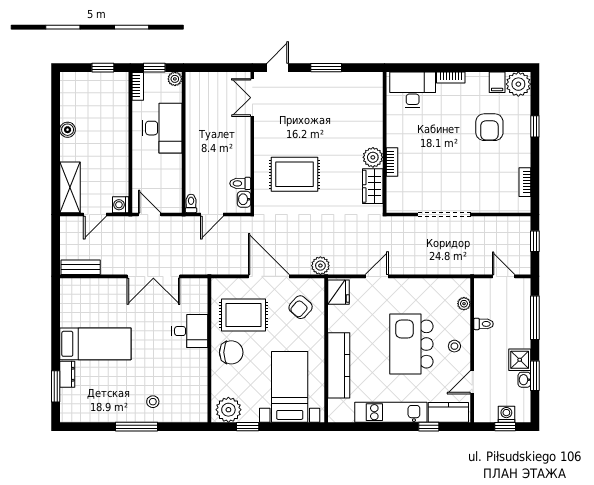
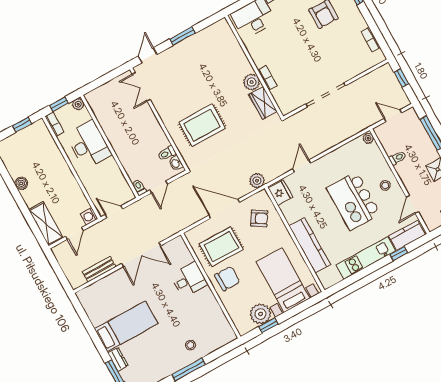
bench: (81, 267) -> (99, 269), moved
plant: (464, 304) -> (368, 138), moved
armchair: (301, 307) -> (259, 218), turned -100
plant: (228, 410) -> (260, 314), moved

